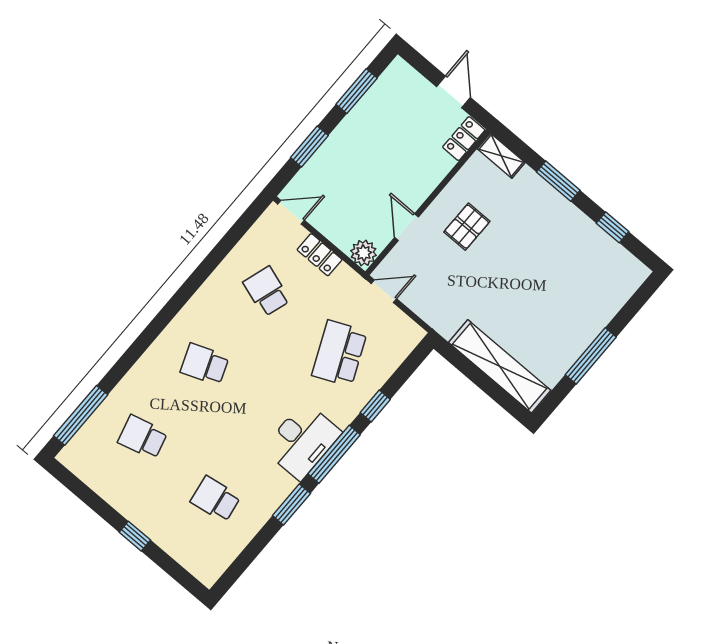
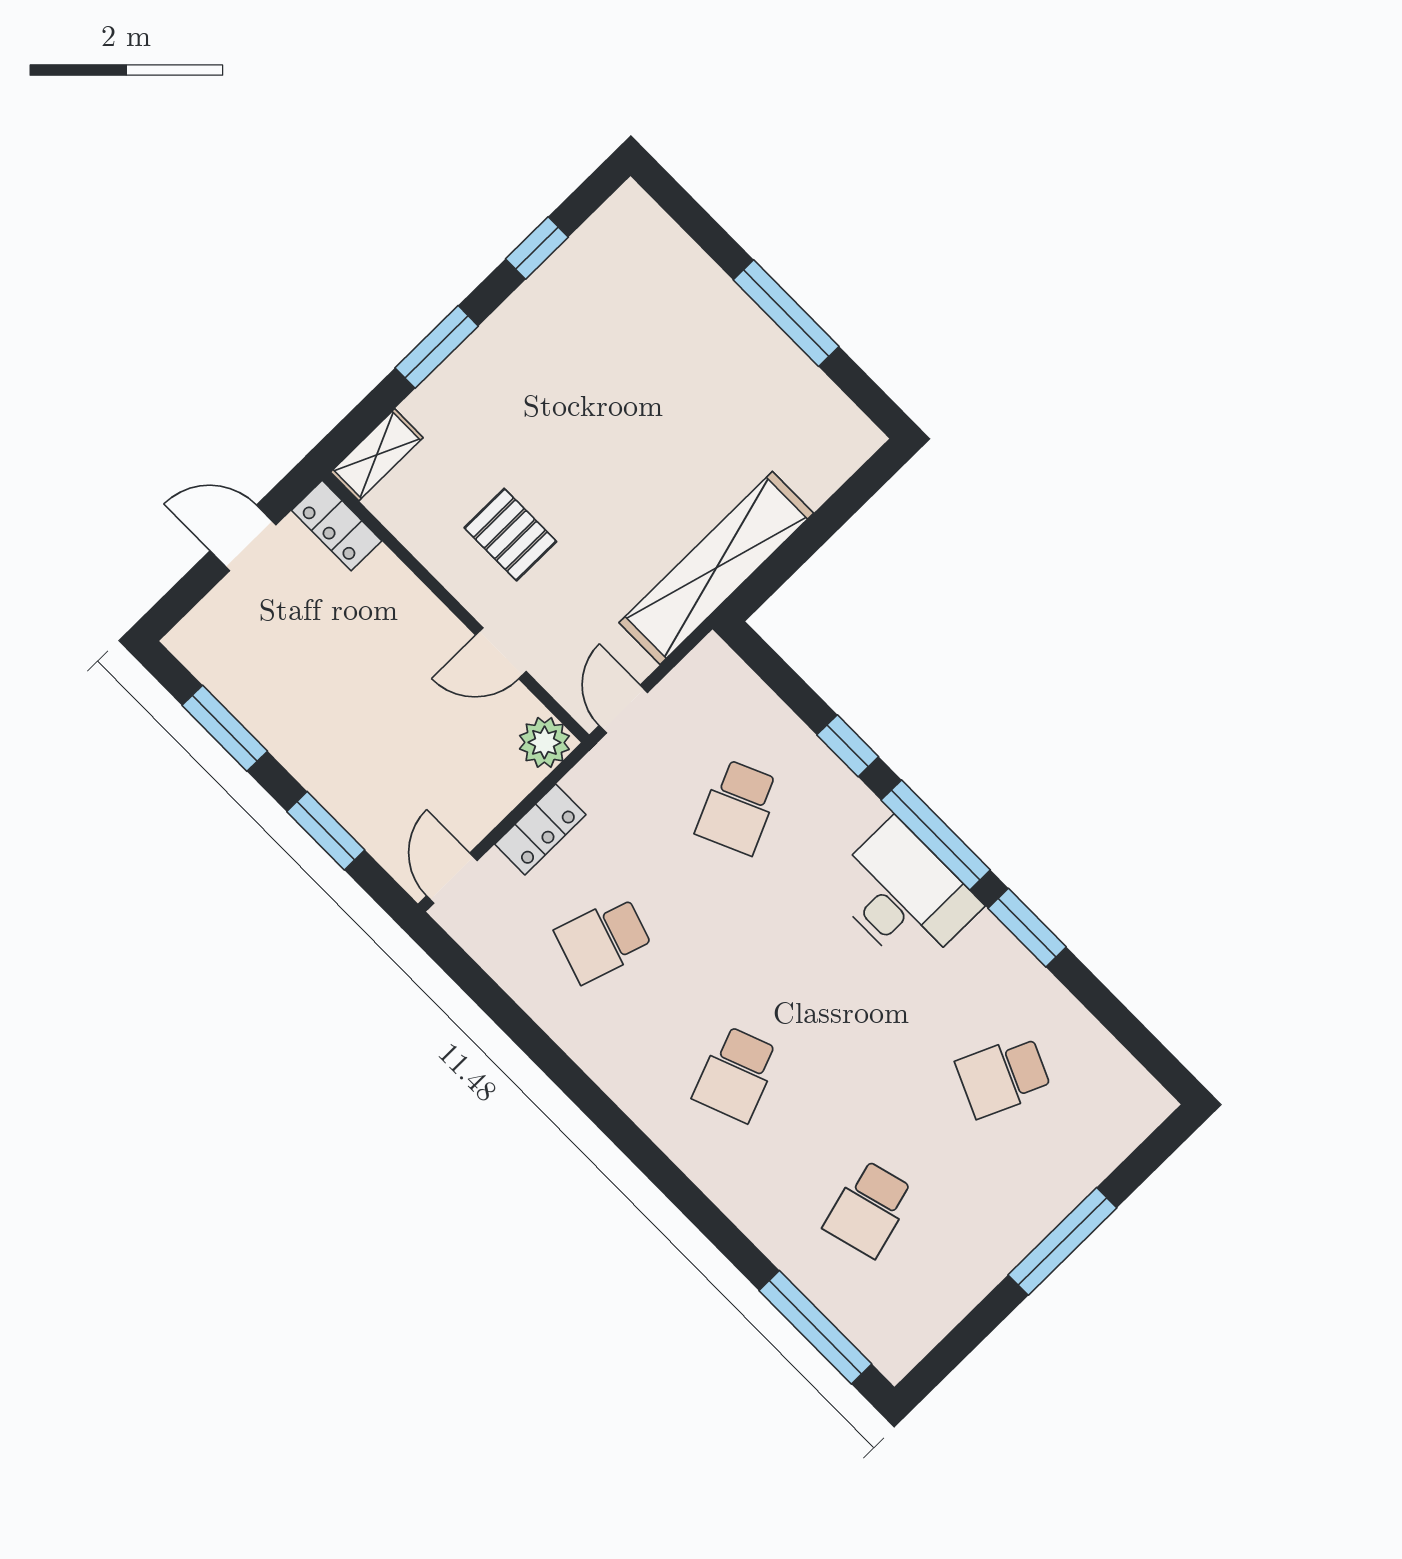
school desk: (339, 353) -> (738, 807), width x0.54
shelving: (500, 366) -> (716, 568), moved
school desk: (215, 499) -> (1003, 1076), turned 33
window: (135, 536) -> (1062, 1241), width x2.17

